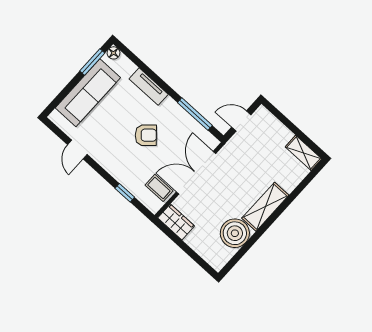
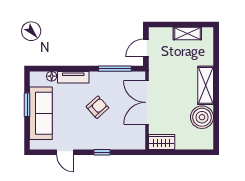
floor lamp: (113, 53) -> (52, 76), moved
window: (92, 62) -> (27, 105), moved
shelving: (303, 153) -> (187, 33), moved
coffee table: (159, 188) -> (133, 131), removed
window: (125, 193) -> (102, 152), moved

